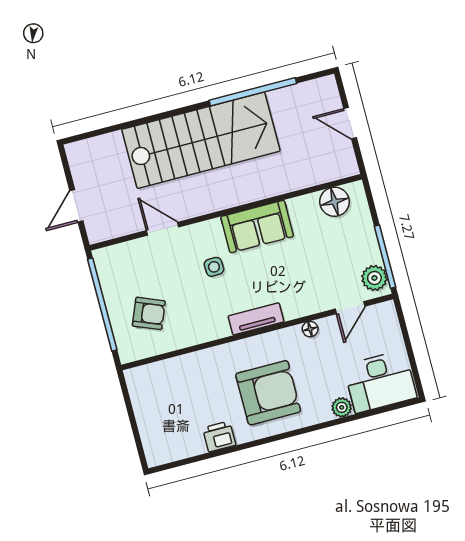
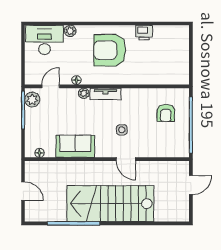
floor lamp: (335, 202) -> (40, 153), width x0.53, depth x0.53
sofa: (257, 227) -> (75, 146), moved
door: (163, 229) -> (126, 159), moved
plant: (292, 310) -> (84, 93), added
armchair: (149, 313) -> (166, 113), turned -112

